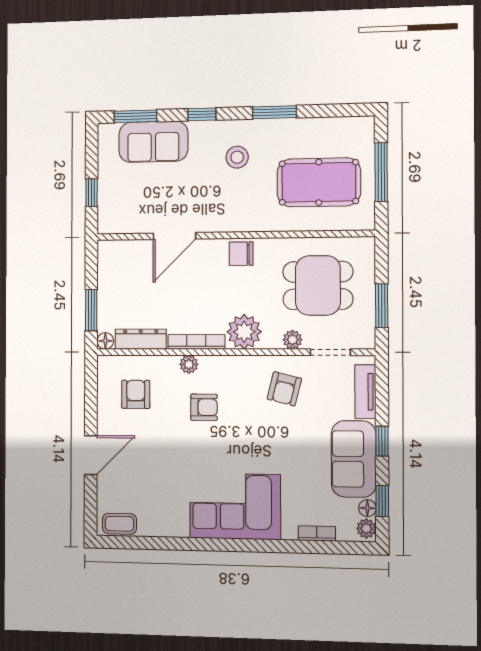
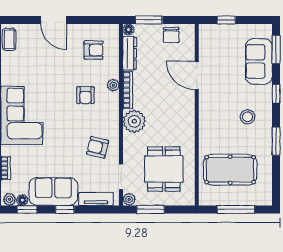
pool table: (319, 182) -> (230, 170), turned 90
chair: (241, 254) -> (171, 35), moved, turned 180
plant: (292, 340) -> (129, 199), moved

